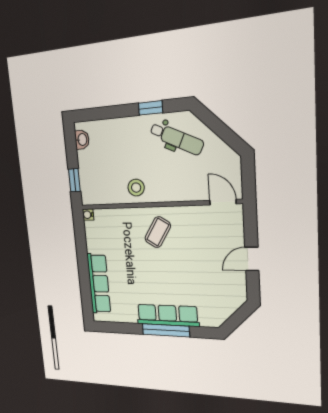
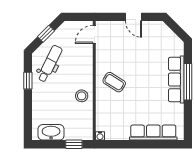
window: (220, 129) -> (46, 34), added
washbasin: (82, 140) -> (51, 132), width x1.91, depth x1.45

